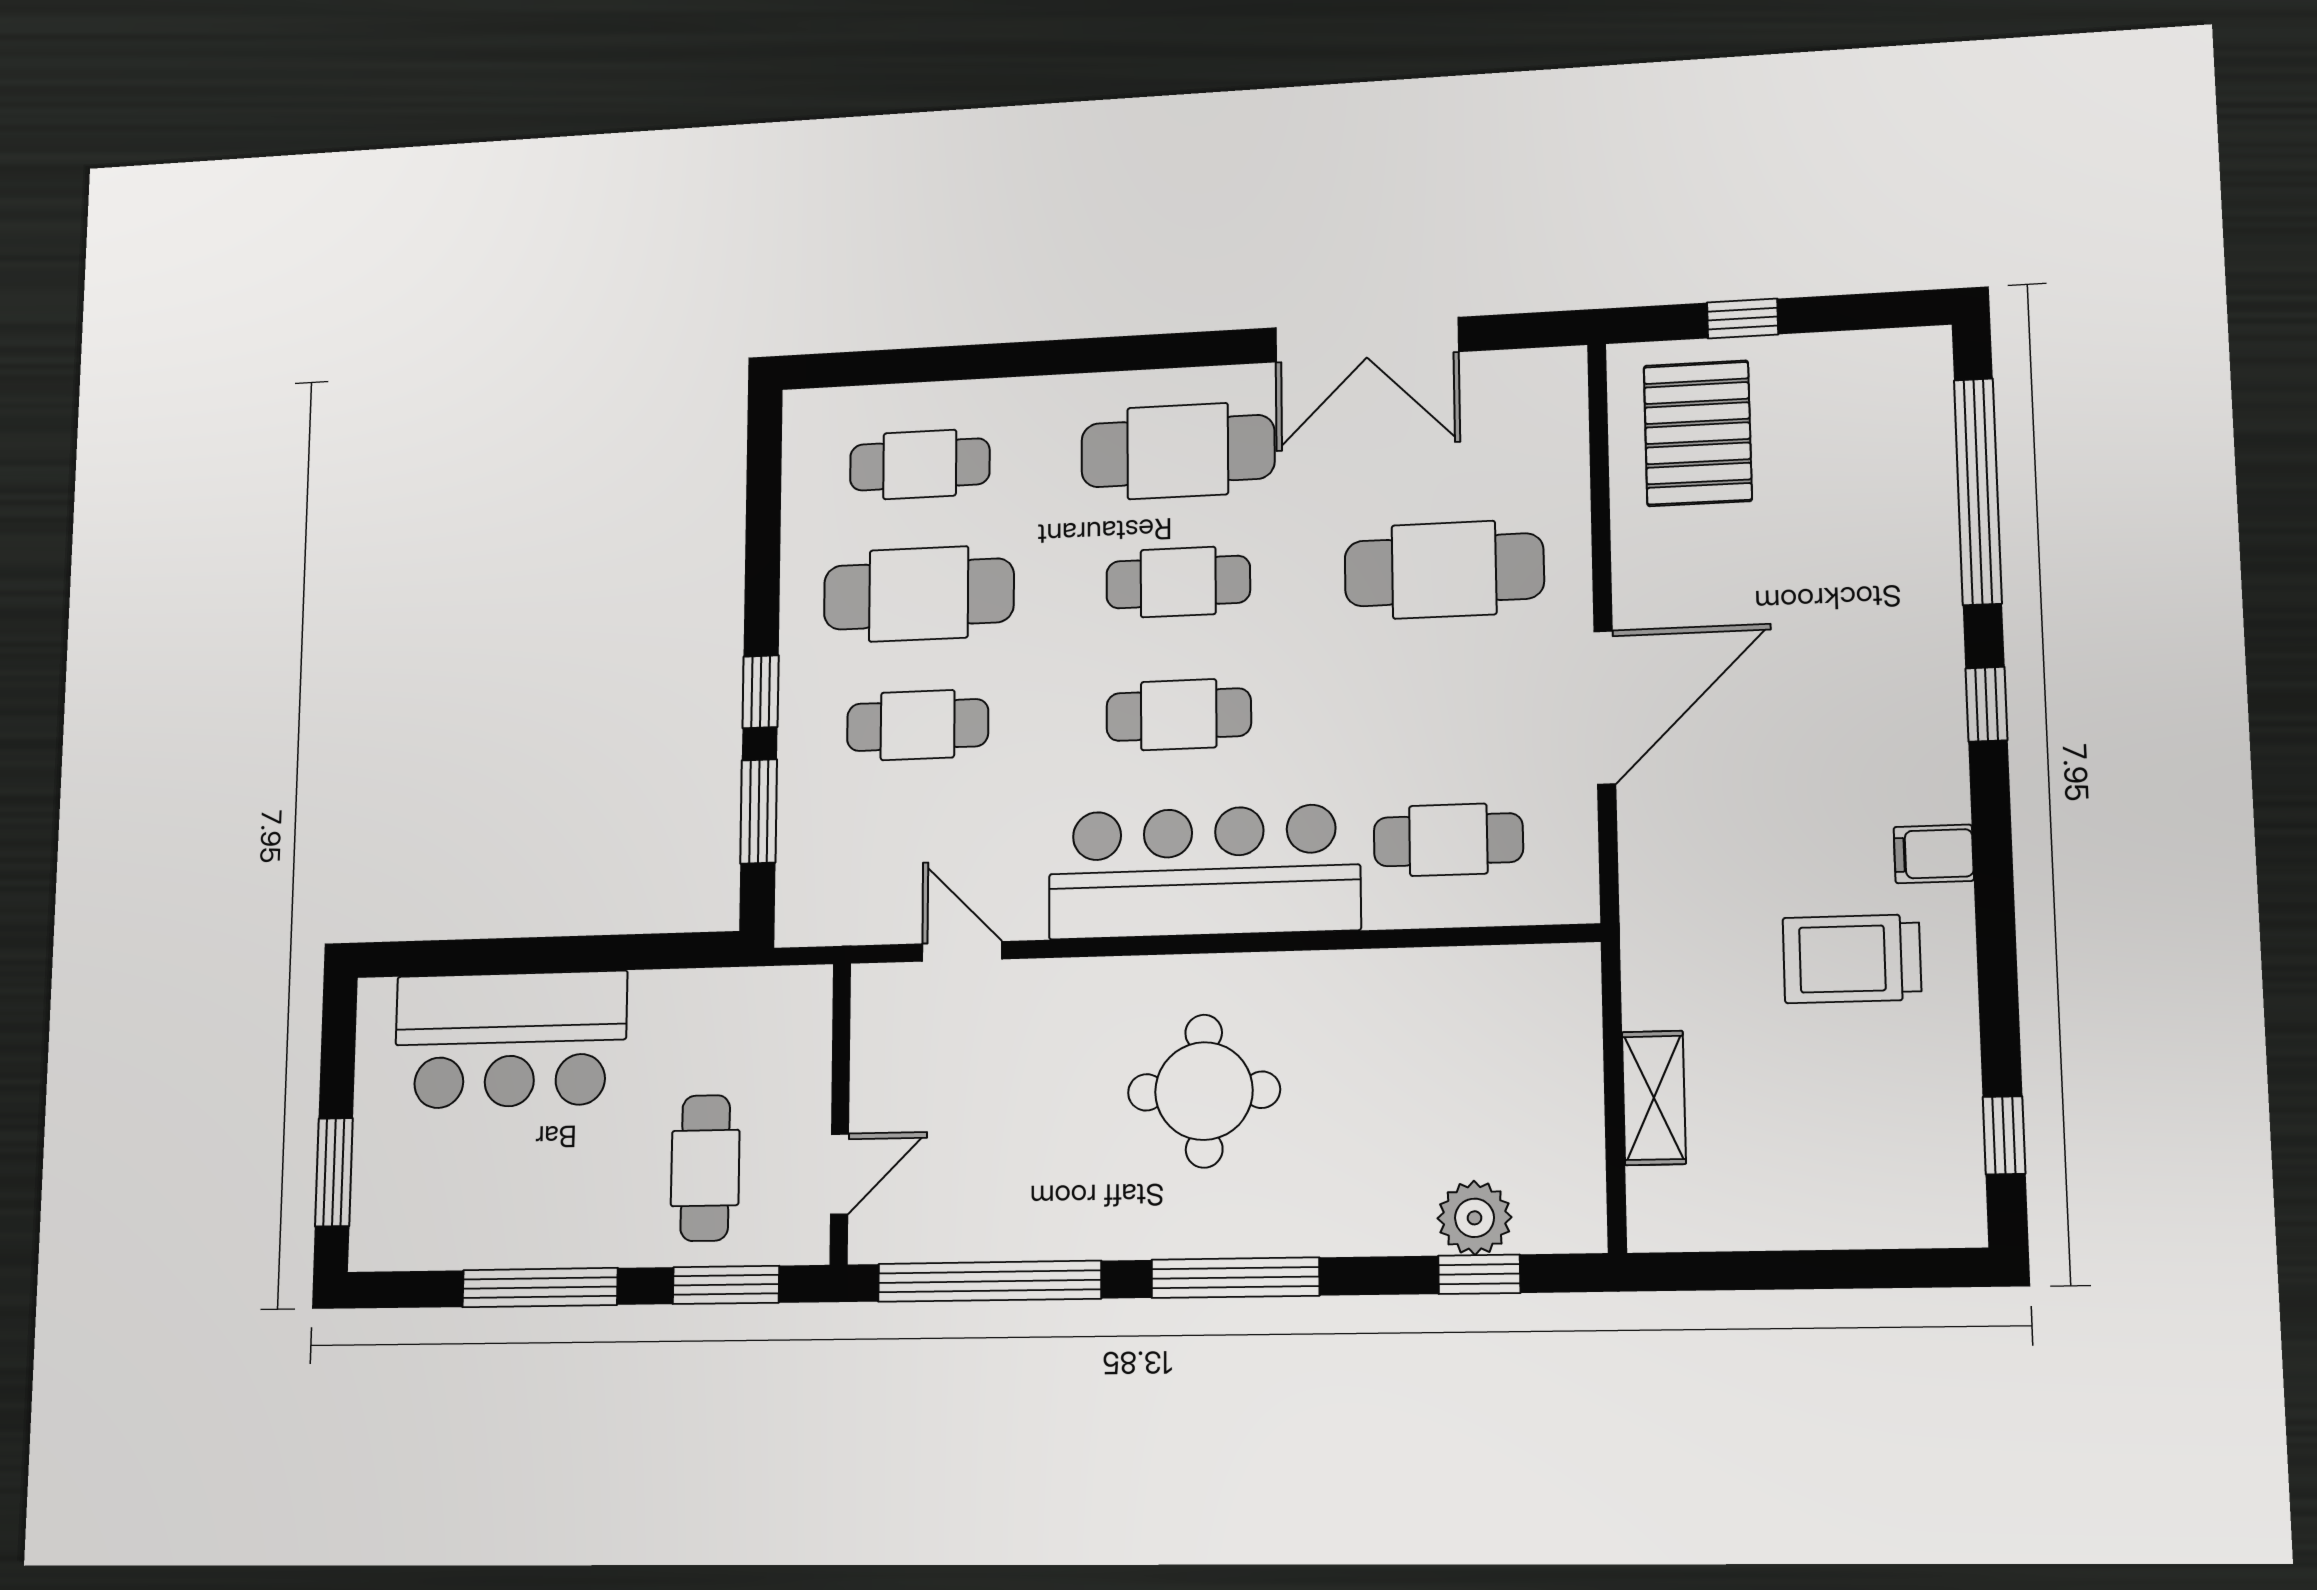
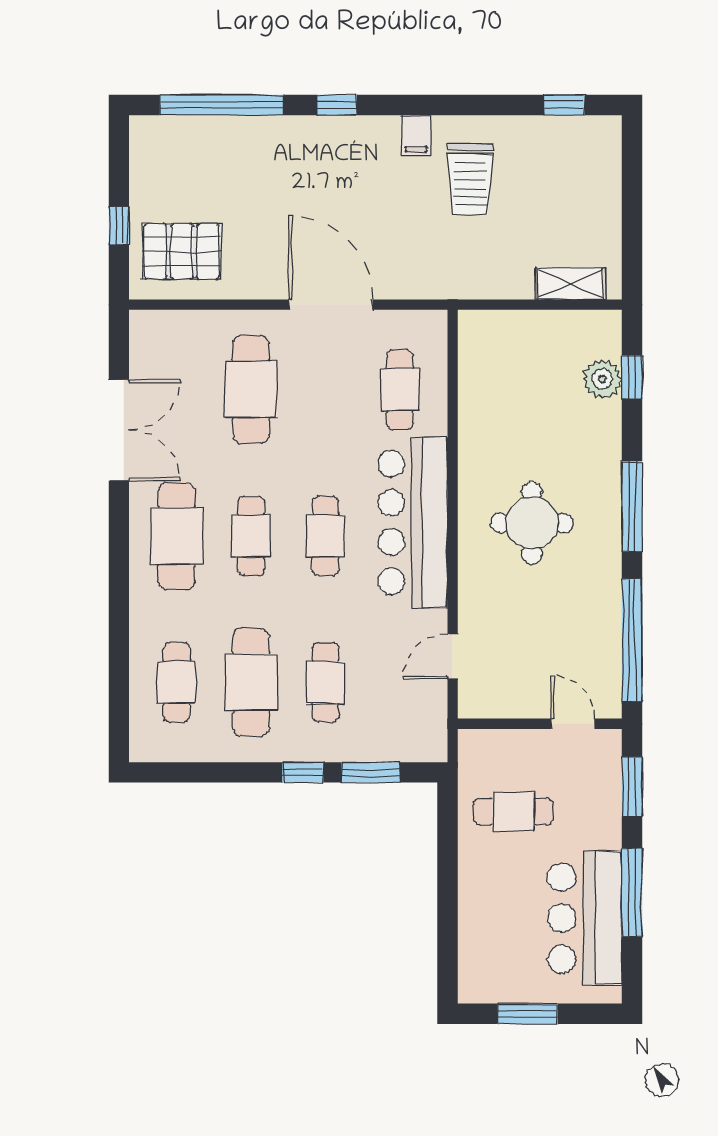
bar counter: (510, 1040) -> (585, 918), moved, turned 180
shelving: (1654, 1098) -> (571, 284), moved
cafe table: (705, 1168) -> (513, 812), moved
window: (334, 1172) -> (528, 1014), moved

